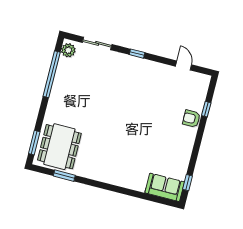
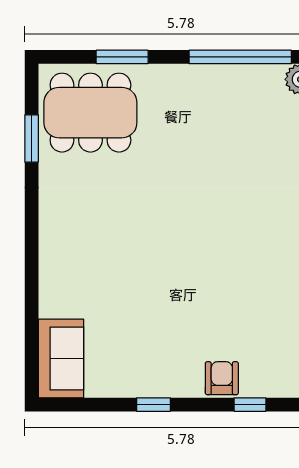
window: (34, 143) -> (122, 57), moved
window: (188, 183) -> (153, 405), moved

